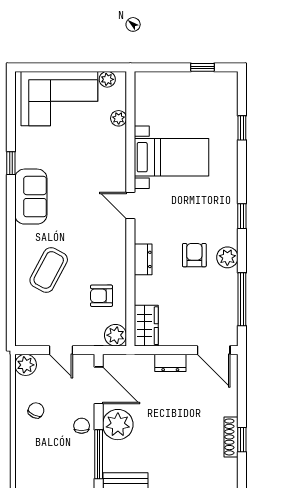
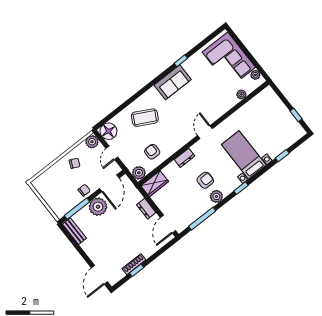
bed with nightstands: (172, 157) -> (244, 155), moved, turned 180
floor lamp: (29, 332) -> (108, 131), added

